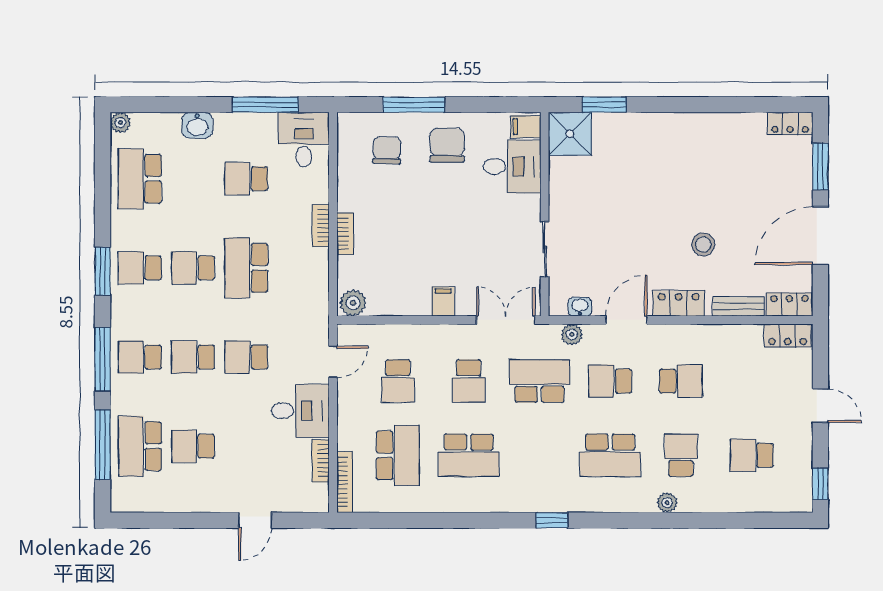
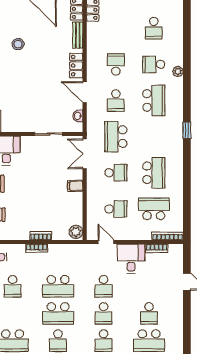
stool: (703, 244) -> (18, 44), moved
school desk: (193, 268) -> (58, 313), width x1.85
plant: (572, 334) -> (92, 120), removed

